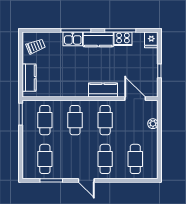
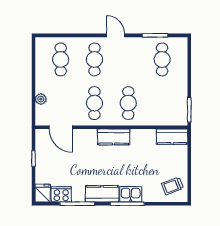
cooker: (123, 39) -> (61, 194), moved
kitchen counter: (29, 78) -> (172, 137), moved, turned -90
kitchen counter: (103, 90) -> (114, 137), moved
cafe table: (45, 120) -> (162, 103), removed

